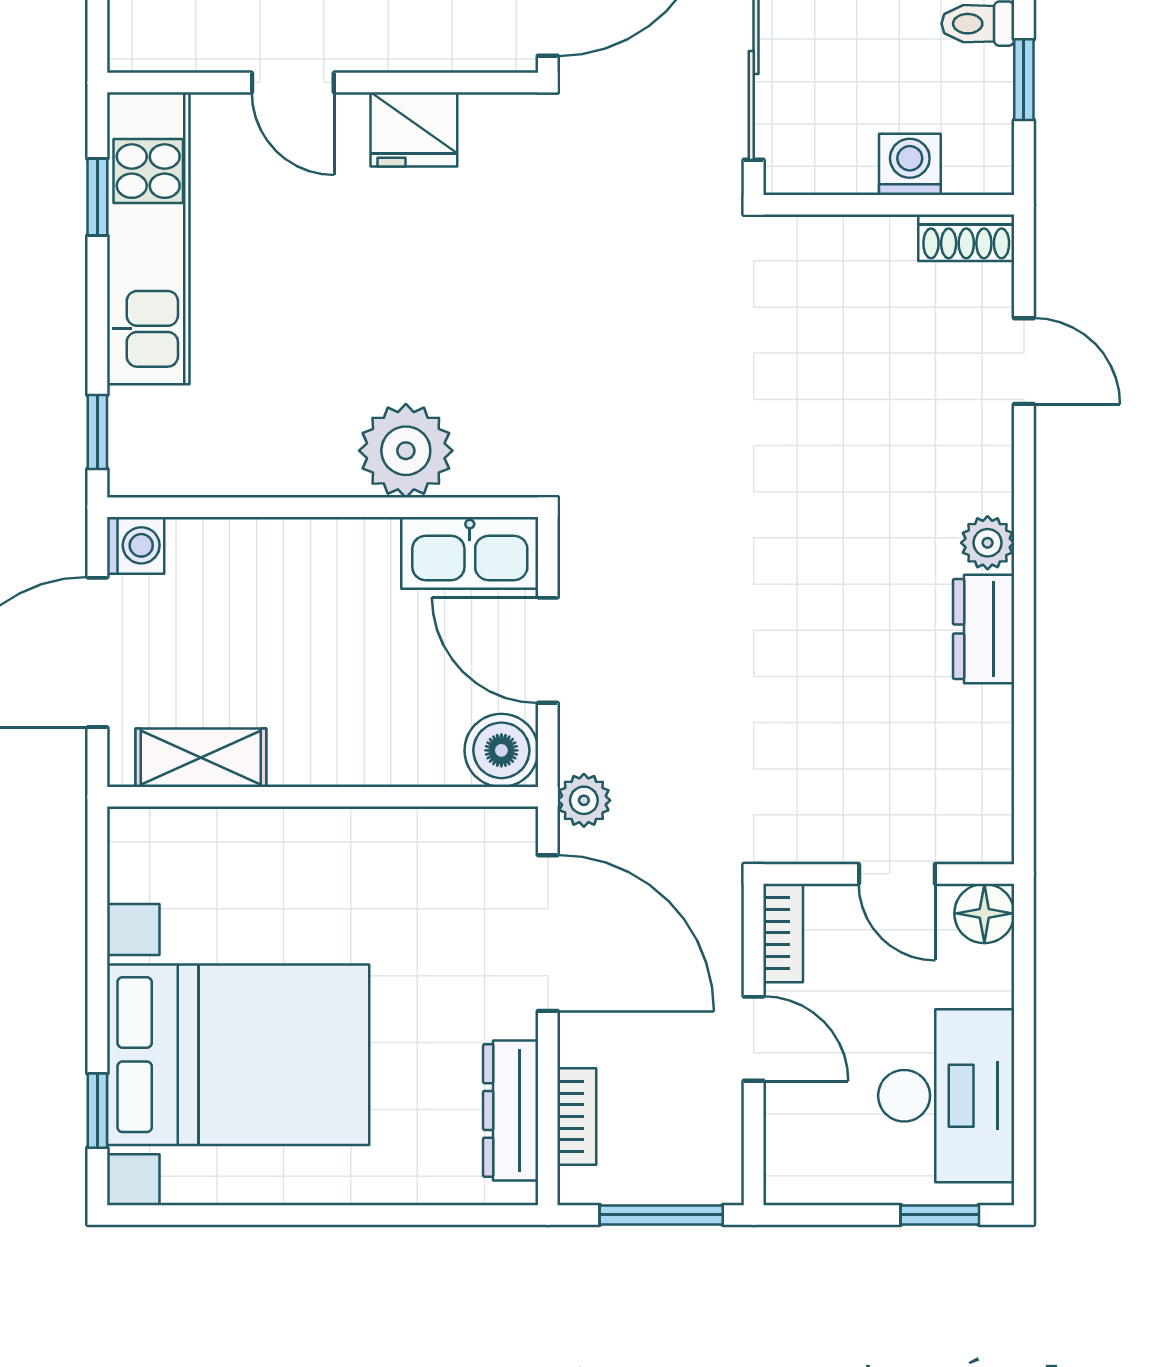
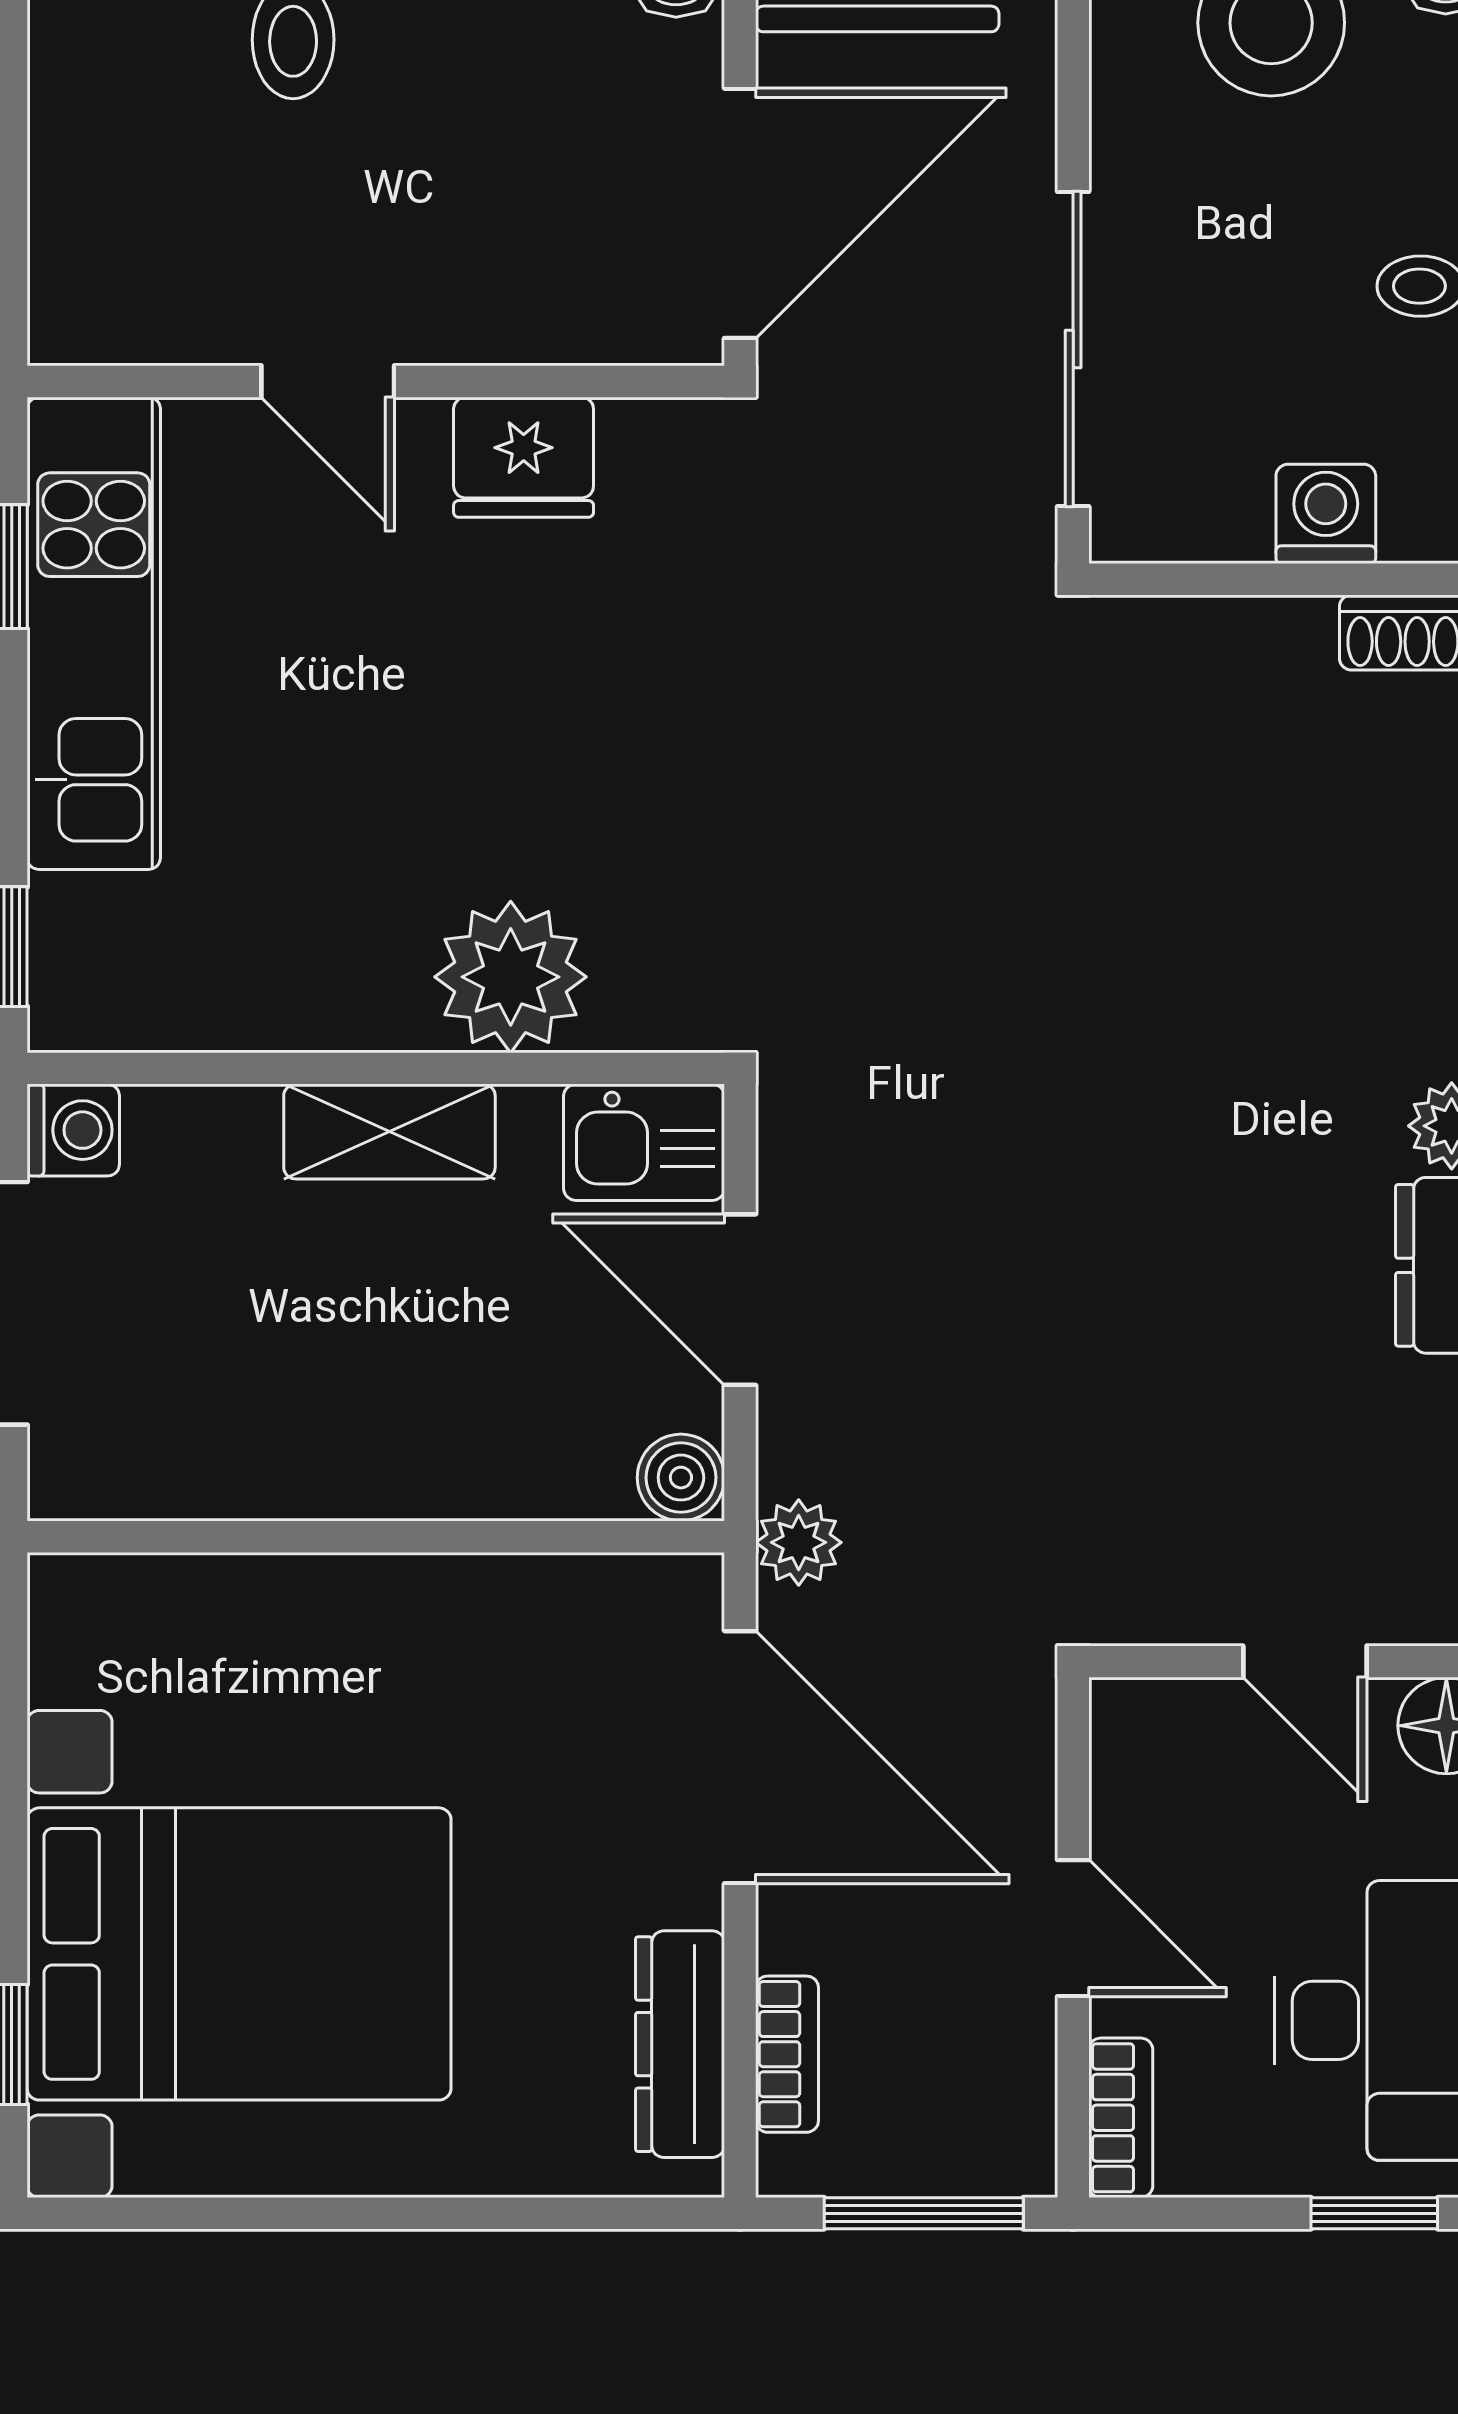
kitchen sink: (470, 553) -> (644, 1142), width x0.73
boiler: (501, 750) -> (681, 1478), width x0.73, depth x0.73
shelving: (201, 758) -> (389, 1132), moved
bookcase: (783, 933) -> (1121, 2118), moved

